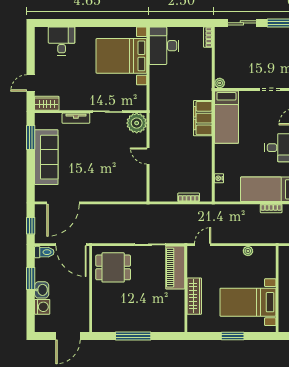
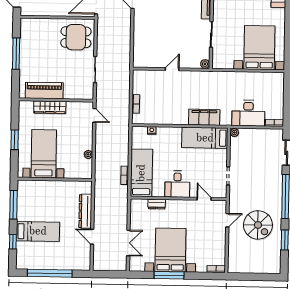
desk: (164, 46) -> (248, 113), moved, turned 180
plant: (137, 123) -> (205, 64), width x0.53, depth x0.53
dining table: (113, 267) -> (76, 37), turned 90
piano: (175, 268) -> (44, 91), moved

